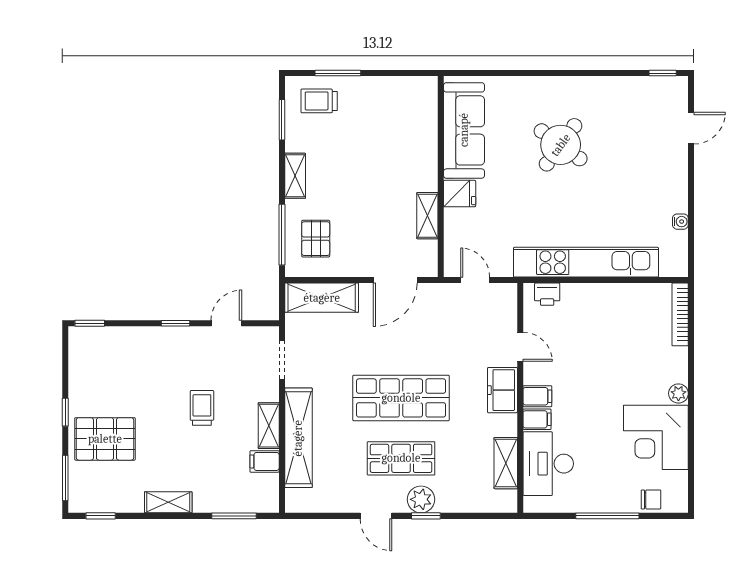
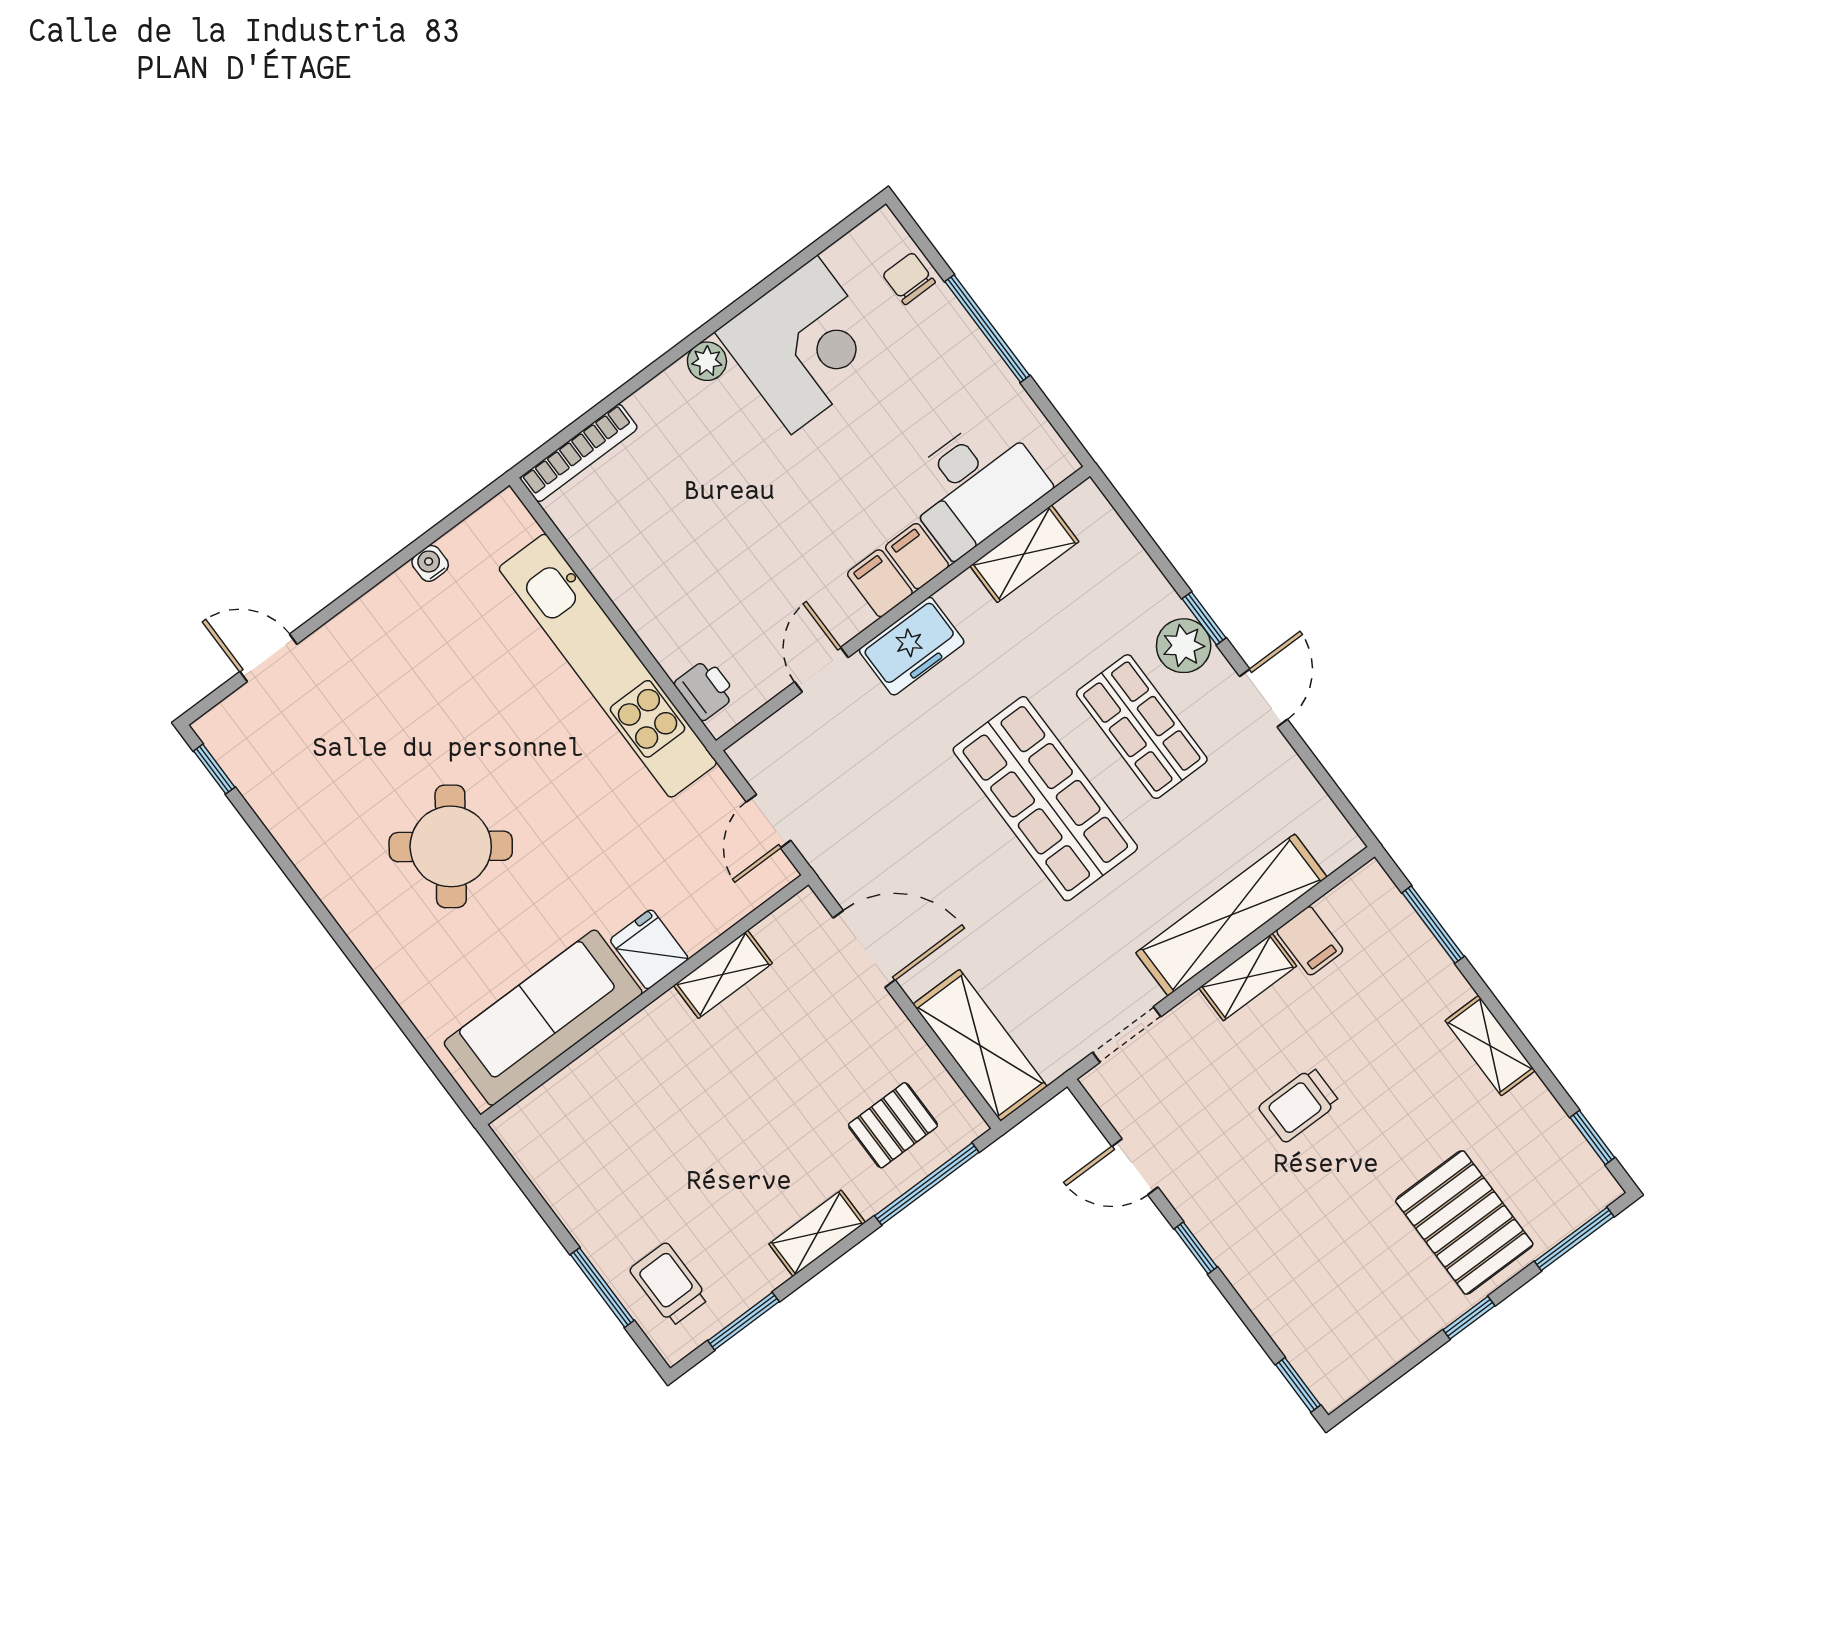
trolley: (319, 101) -> (669, 1284), turned 180

